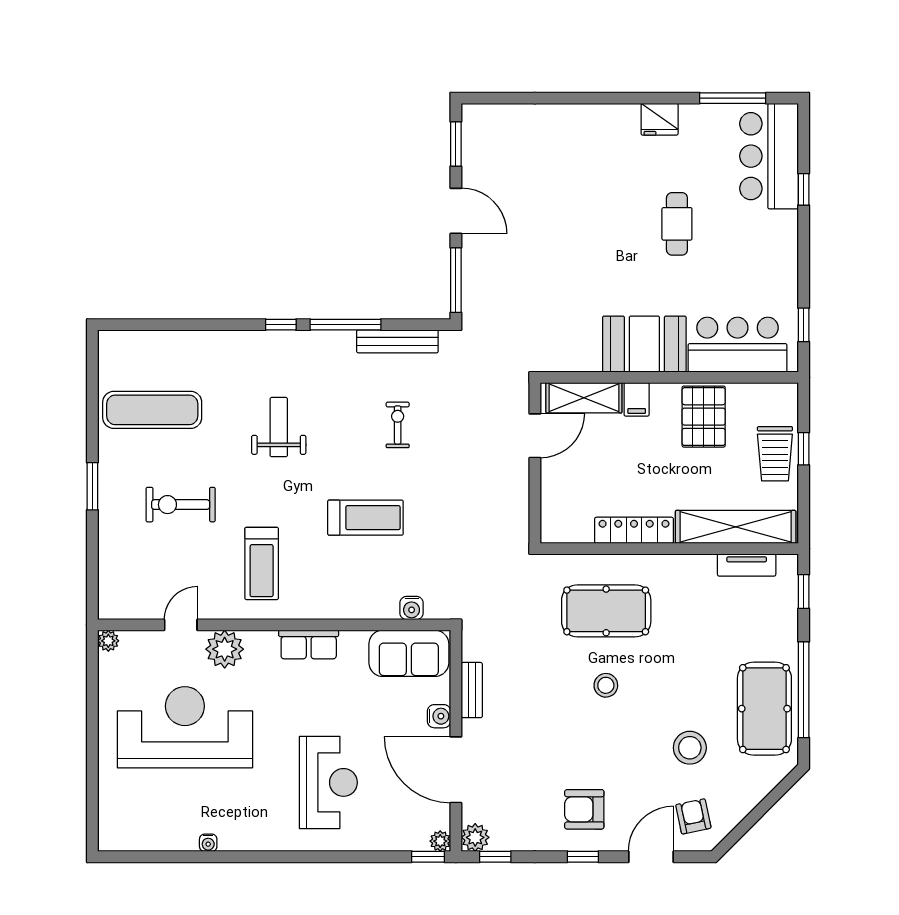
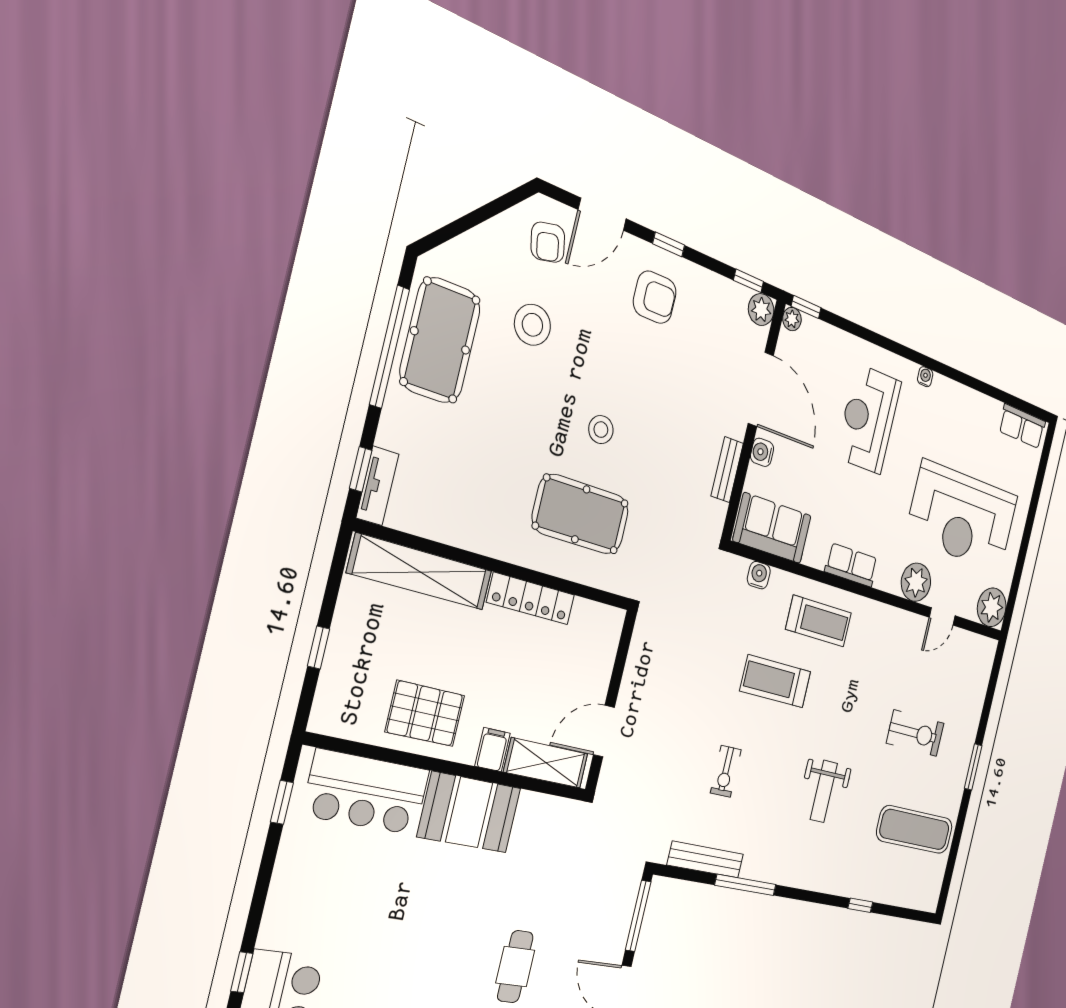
cafe table: (677, 224) -> (515, 967), moved
window: (281, 325) -> (860, 905), moved
pallet: (704, 417) -> (425, 714), turned 90
trolley: (775, 454) -> (354, 649), removed
treadmill: (262, 563) -> (819, 621), moved, turned 90
tv unit: (747, 565) -> (377, 486), moved, turned 90
plant: (108, 641) -> (992, 607), width x1.87, depth x1.87
row of seats: (133, 837) -> (1022, 426), added
water cooler: (208, 843) -> (925, 377), moved

